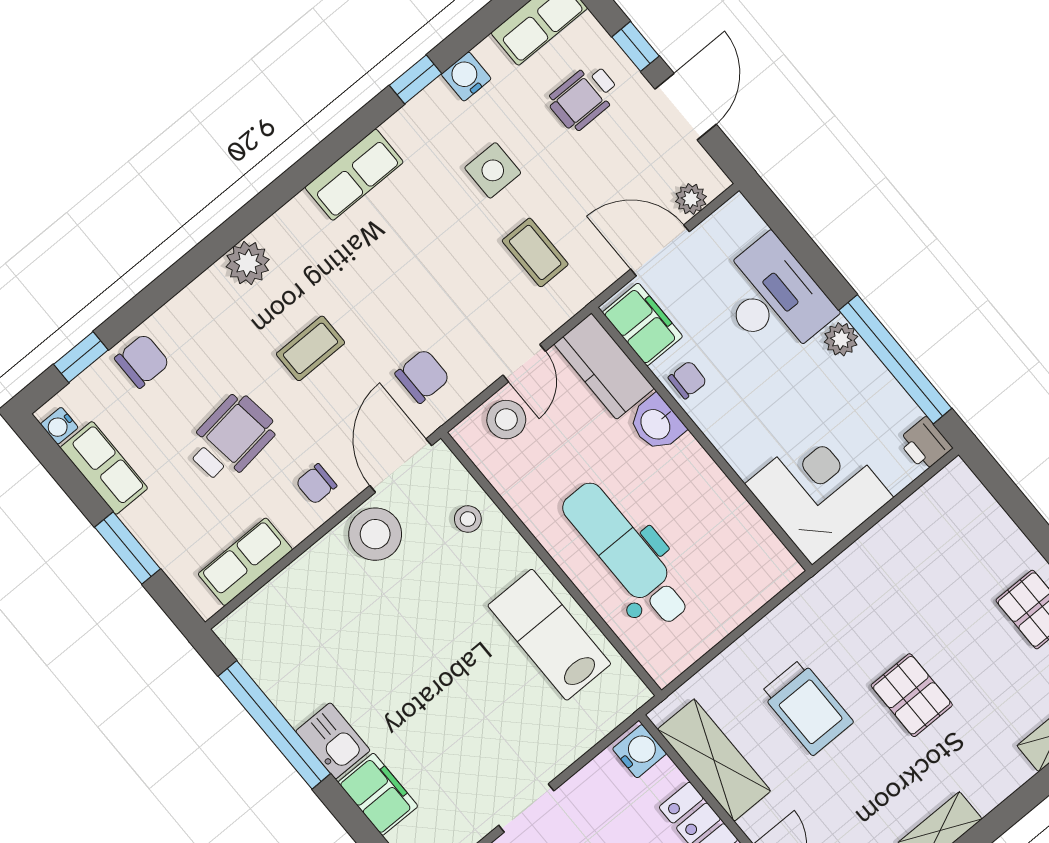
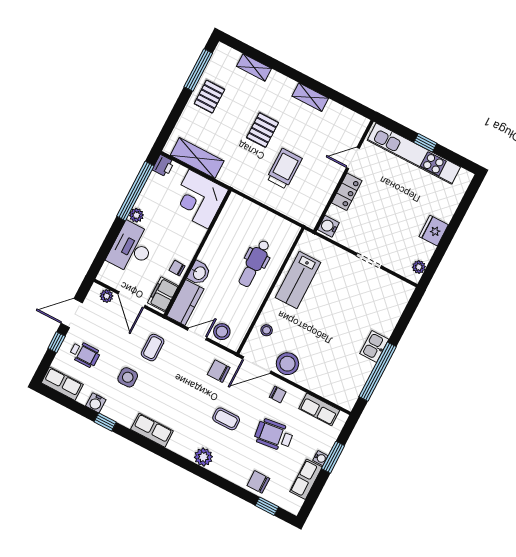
water cooler: (59, 426) -> (320, 458), moved
dental chair: (626, 554) -> (254, 263), width x0.73, depth x0.72
shelving: (714, 760) -> (197, 158), moved, turned 90
filing cabinet: (378, 794) -> (388, 320), removed

